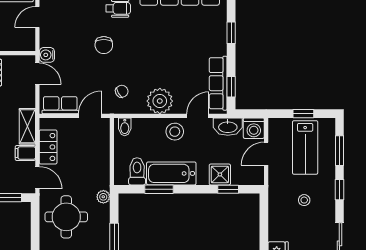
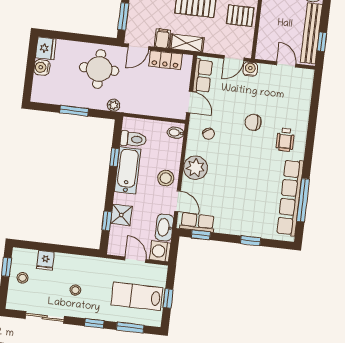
row of seats: (218, 83) -> (197, 222), width x0.68
window: (159, 189) -> (114, 157), width x0.67
stool: (304, 200) -> (75, 290), moved

